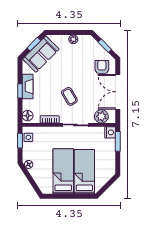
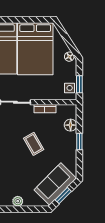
fireplace: (28, 86) -> (70, 147), removed
coffee table: (69, 96) -> (34, 144), moved
floor lamp: (28, 116) -> (71, 125), moved
bed: (63, 171) -> (35, 49), width x1.50

